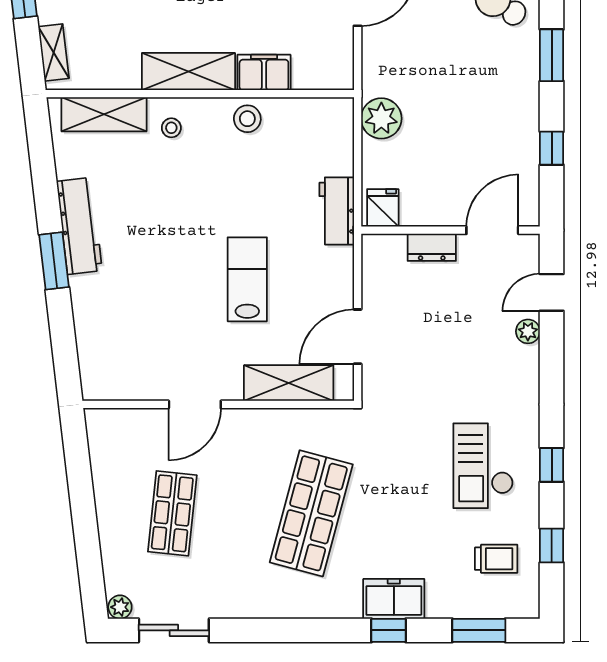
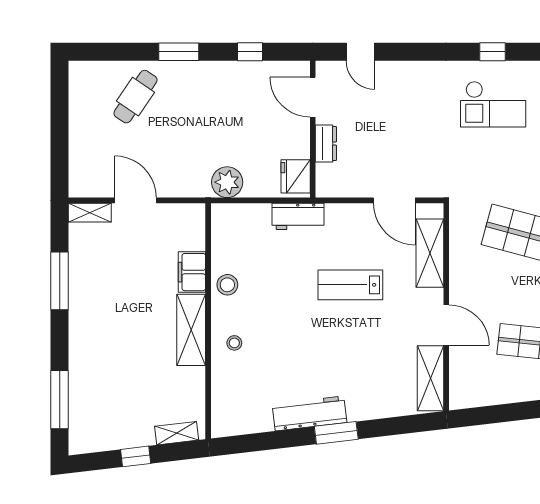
shelving: (104, 114) -> (430, 378), moved
fridge: (383, 208) -> (296, 176), width x1.38
plant: (528, 331) -> (390, 70), removed

